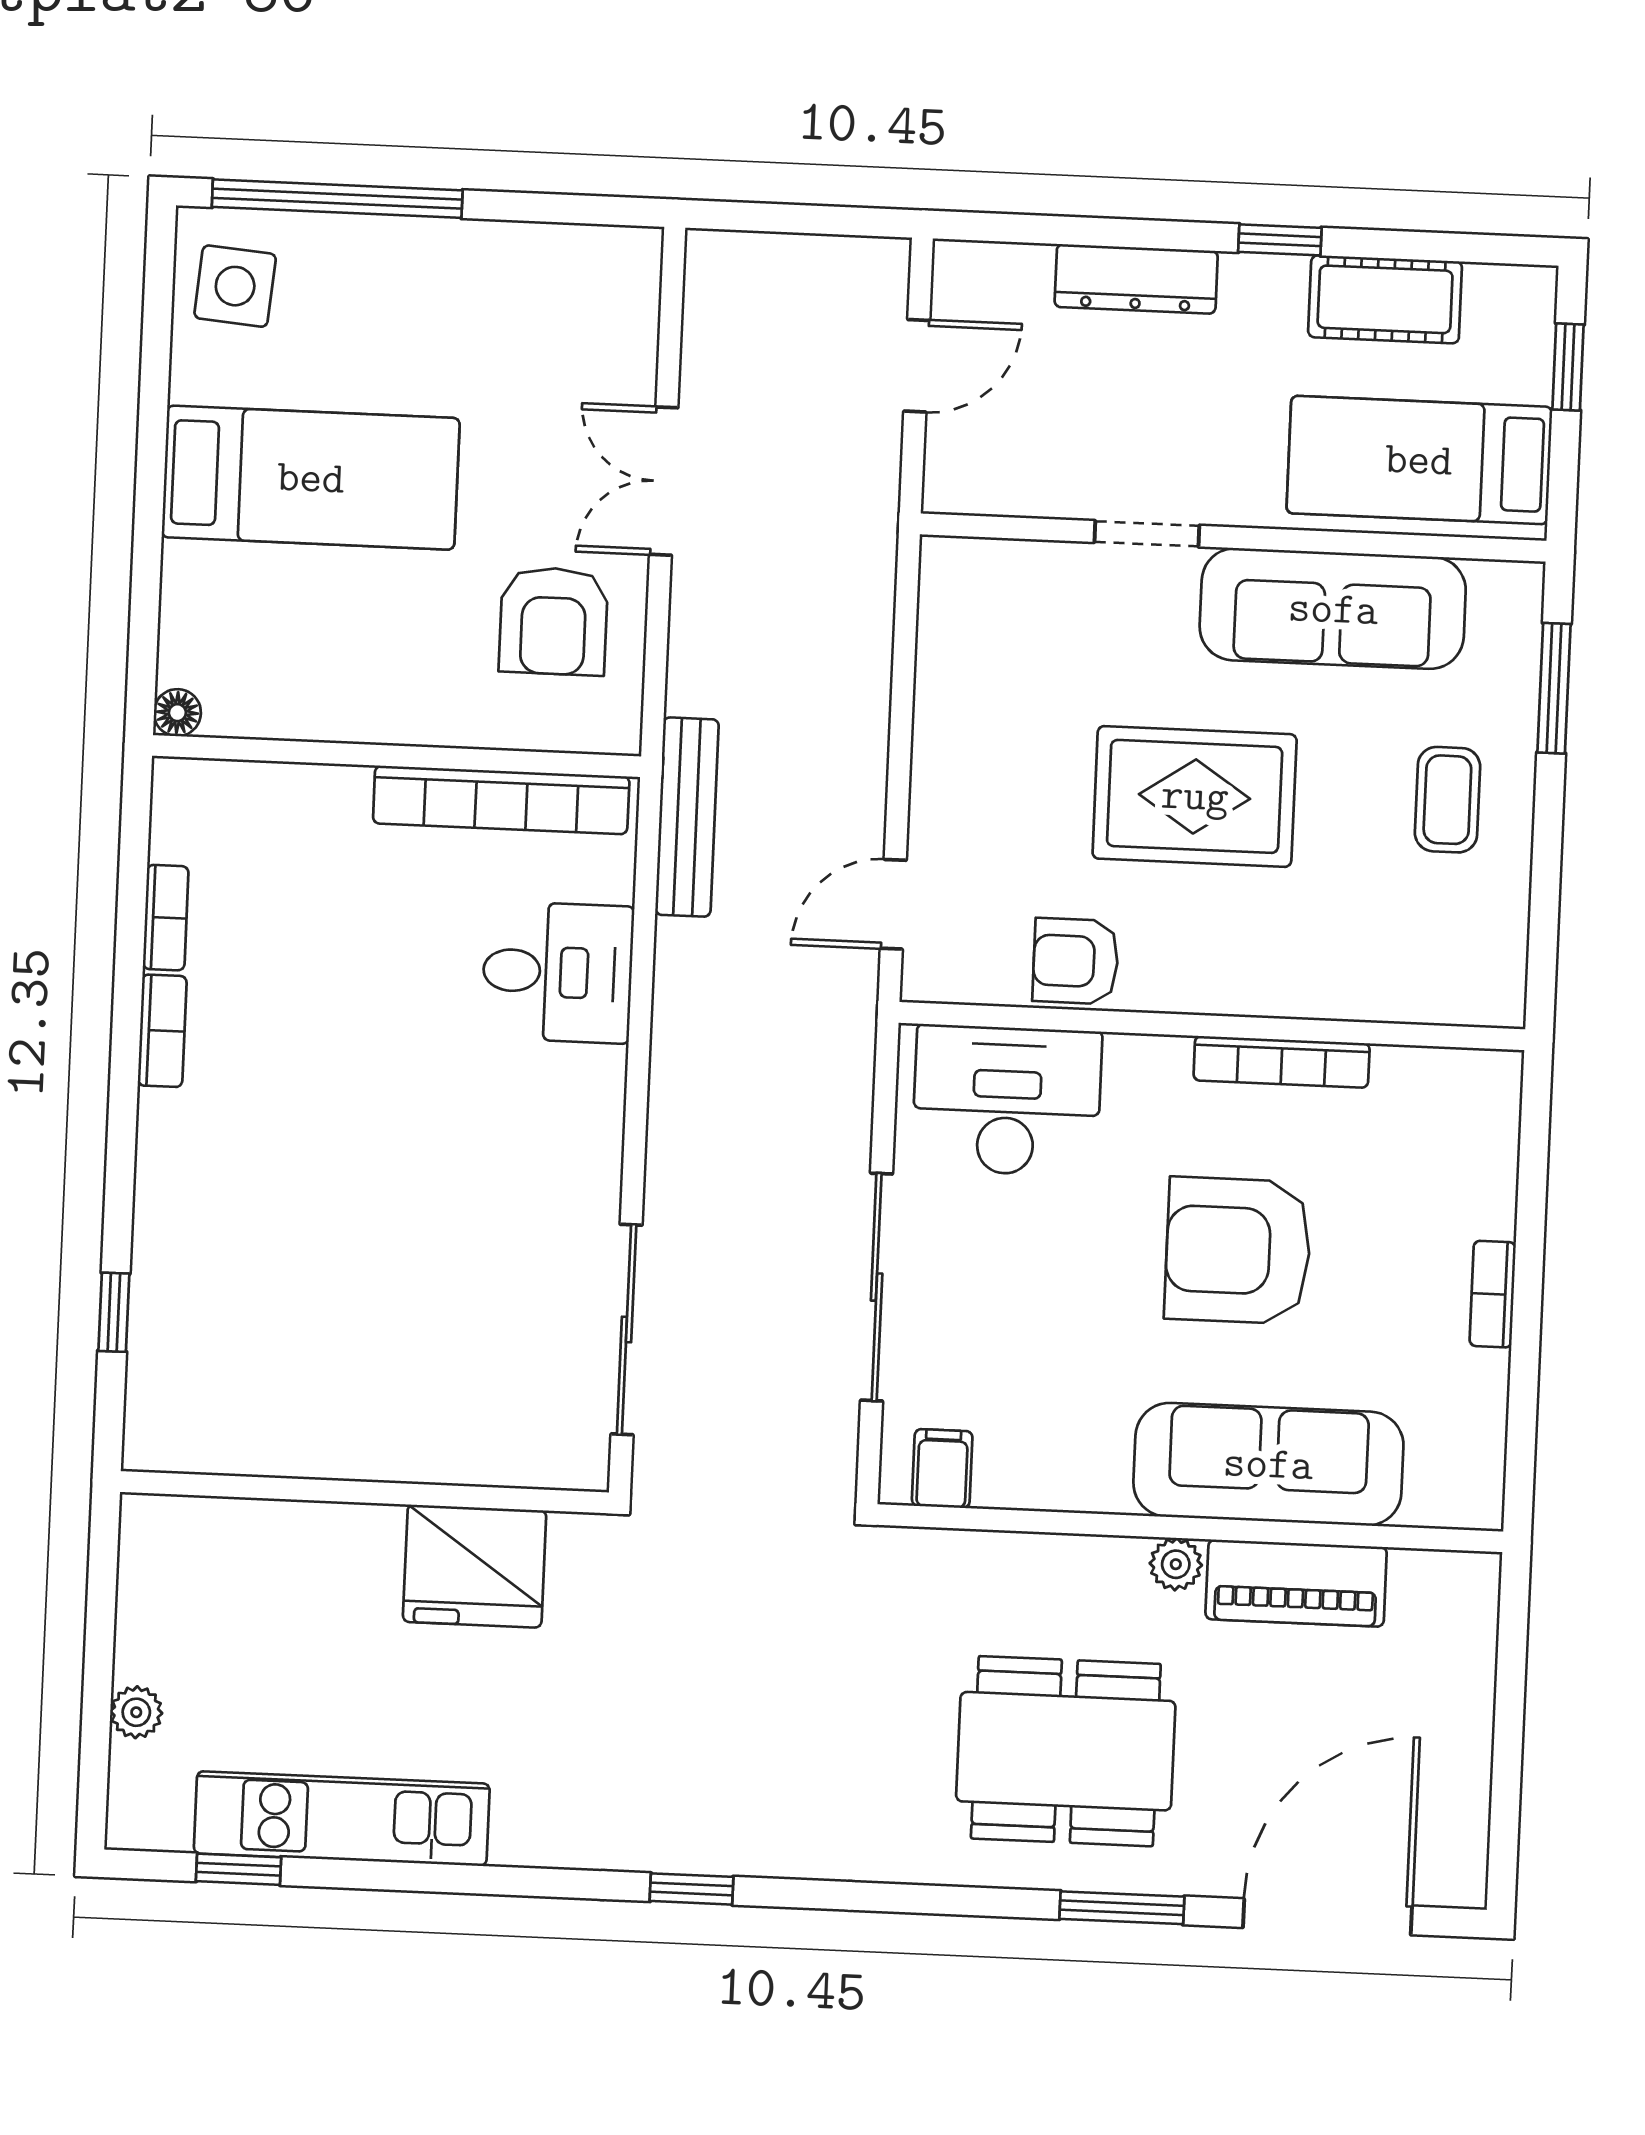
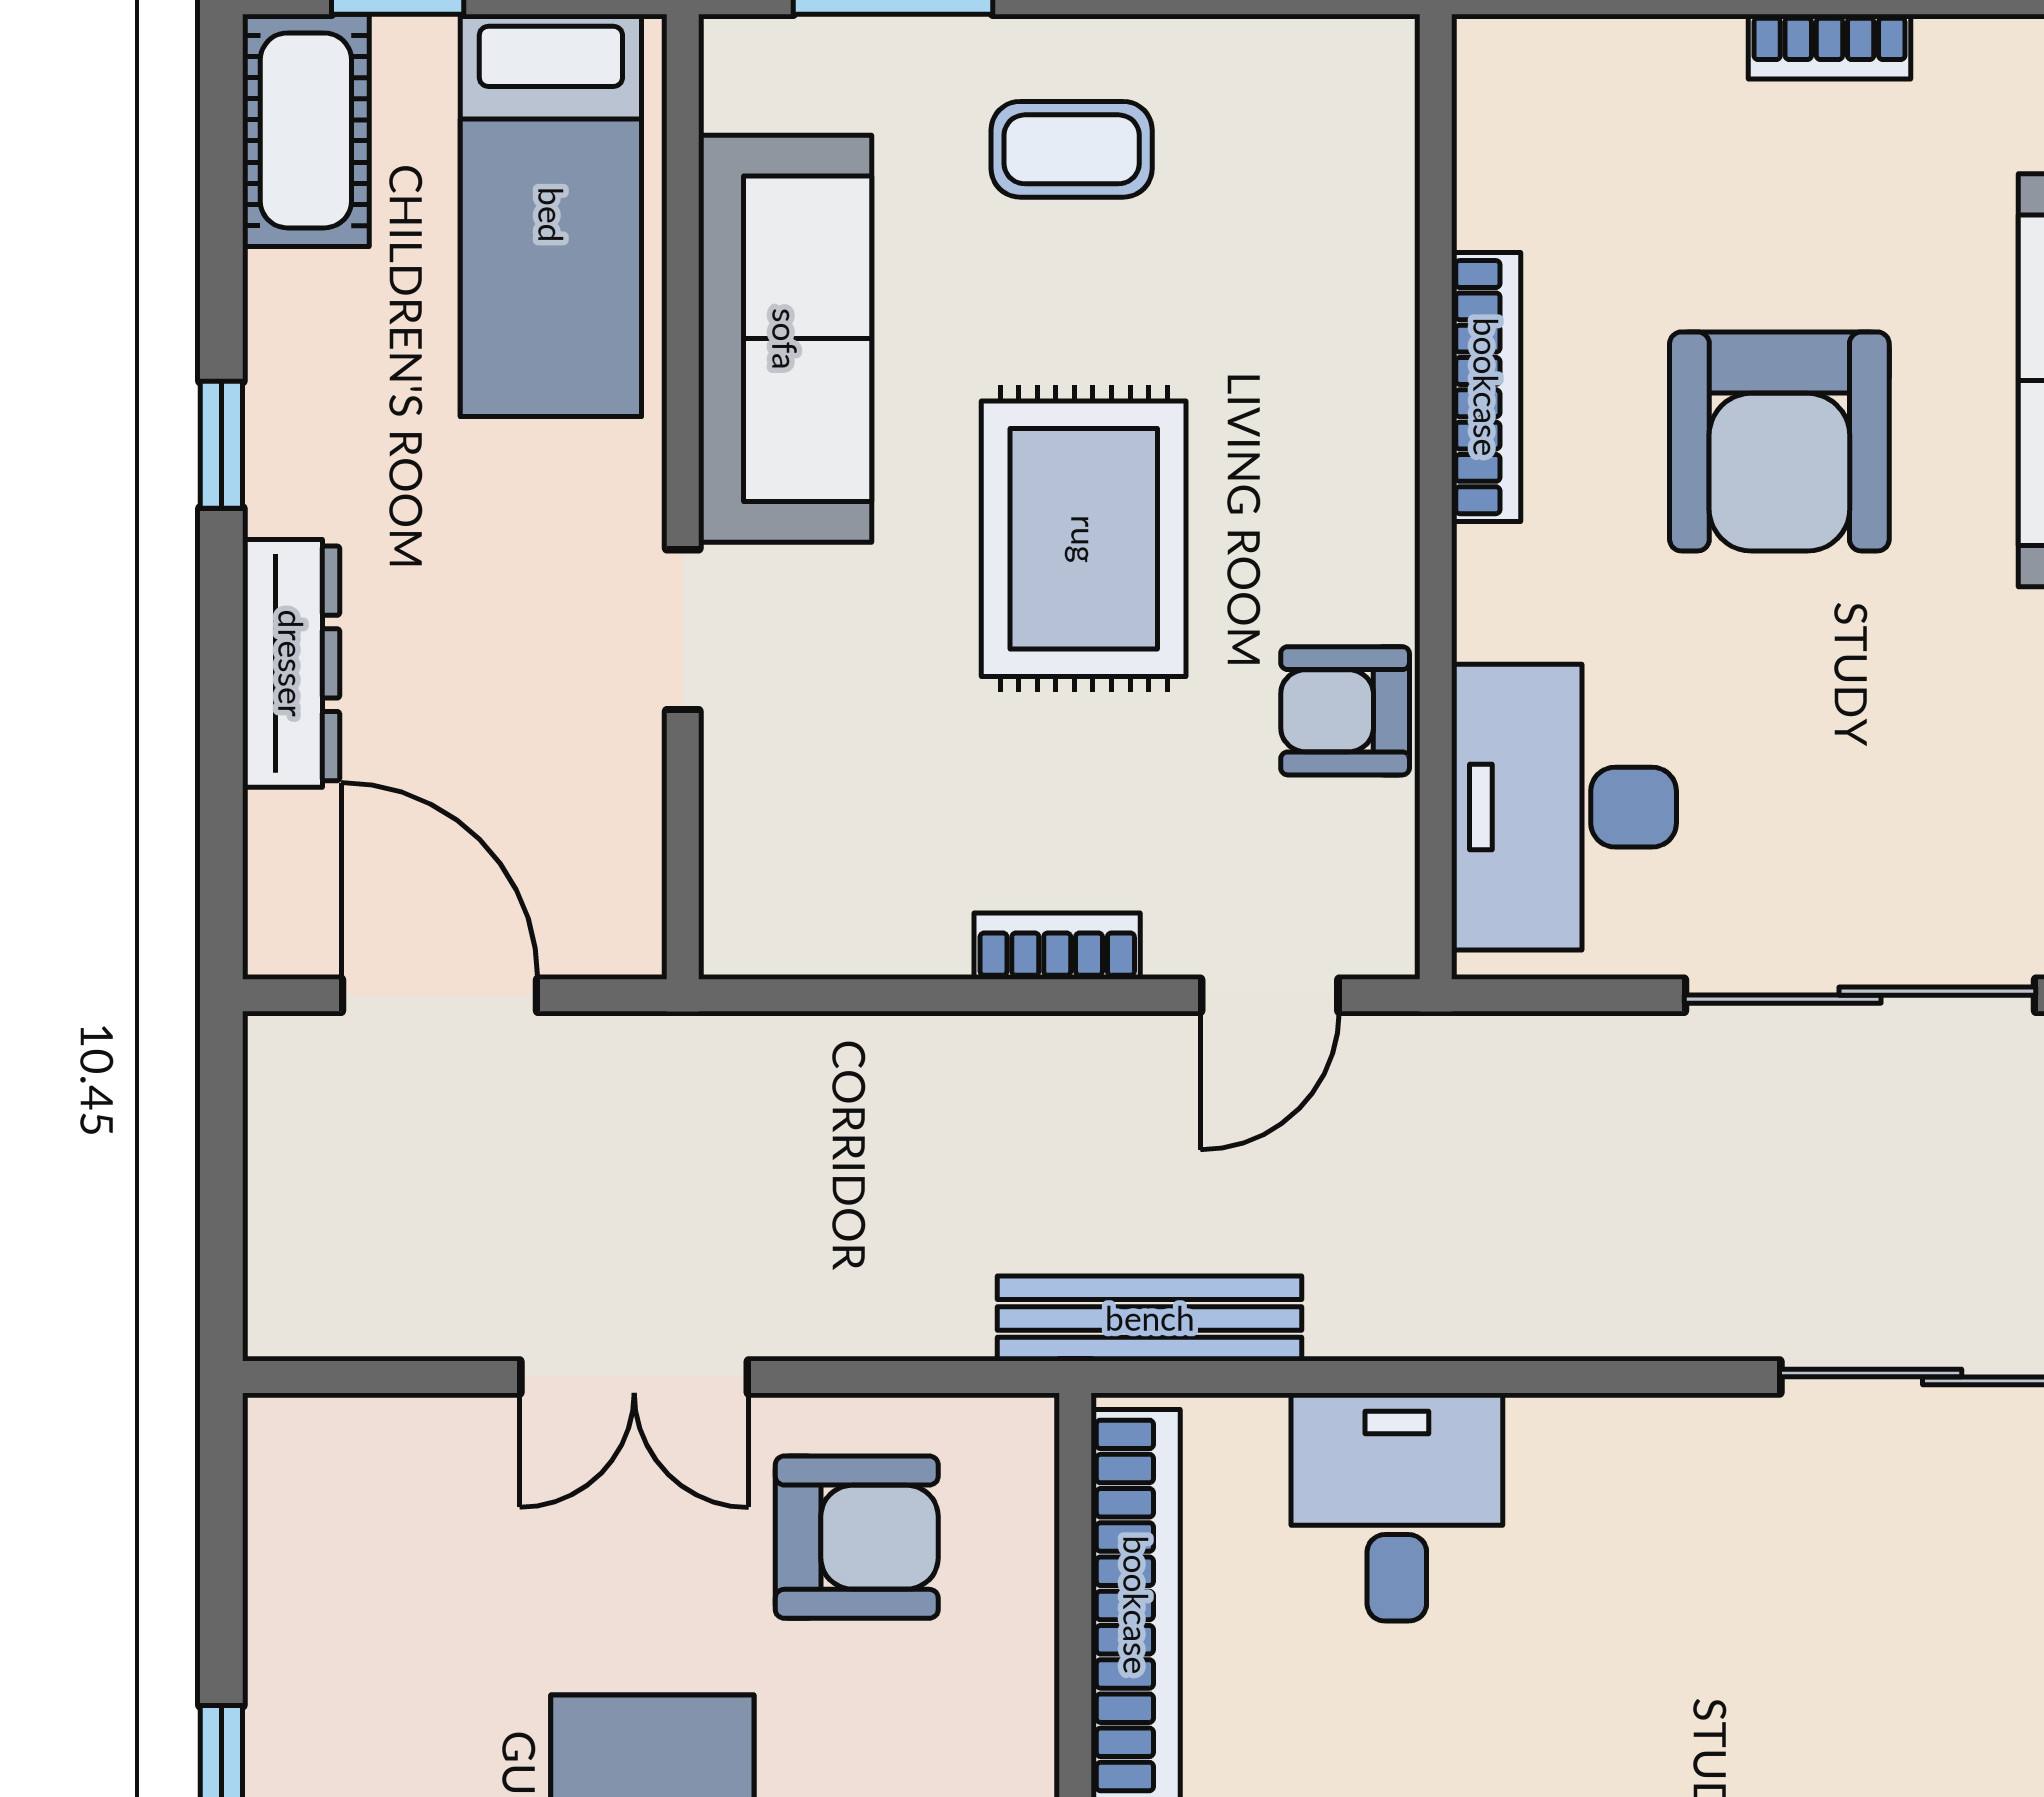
cot: (1385, 299) -> (306, 130), moved
door: (917, 366) -> (440, 995), width x1.38
bookcase: (931, 768) -> (1057, 946), added
door: (893, 904) -> (1270, 995), hinge flipped
armchair: (1076, 961) -> (1345, 711), turned 90

